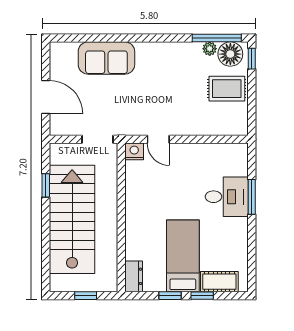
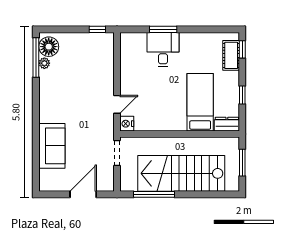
window: (252, 59) -> (97, 29), moved
rug: (227, 89) -> (76, 49), removed
window: (46, 185) -> (154, 194), width x2.17
bed: (183, 256) -> (200, 102), moved, turned 90
window: (86, 296) -> (242, 163), width x1.50
window: (202, 296) -> (242, 49), moved

